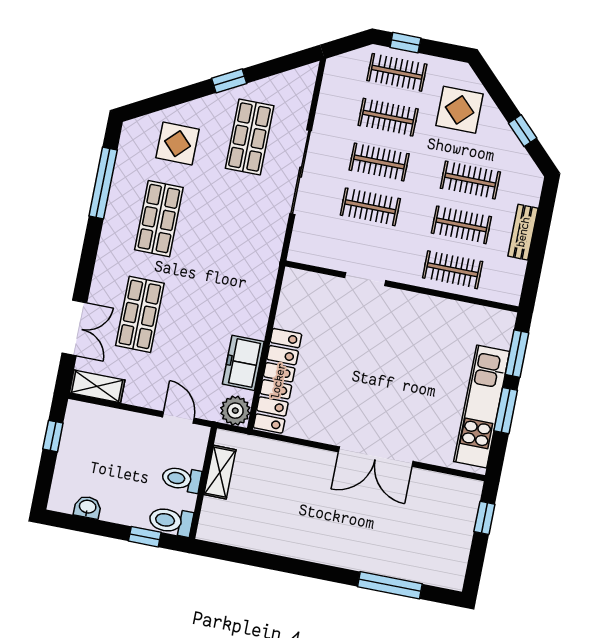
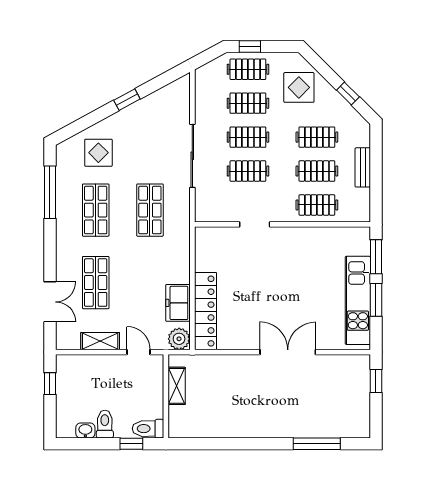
shop shelf: (250, 137) -> (150, 210), moved
shelving: (97, 386) -> (100, 341), moved
double door: (376, 457) -> (288, 352), swing flipped
toilet: (181, 479) -> (105, 424), moved, turned 90

